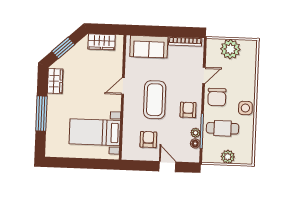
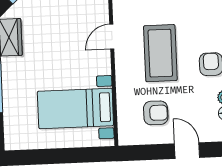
armchair: (148, 140) -> (156, 113), turned 90

